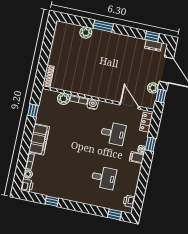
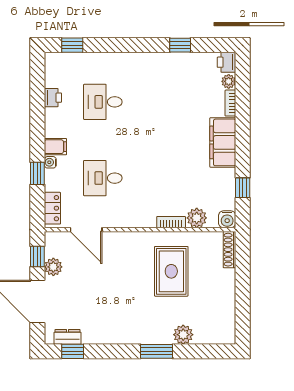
rug: (85, 71) -> (171, 271), added
water cooler: (93, 104) -> (227, 219), moved
printer: (129, 201) -> (53, 98), moved

